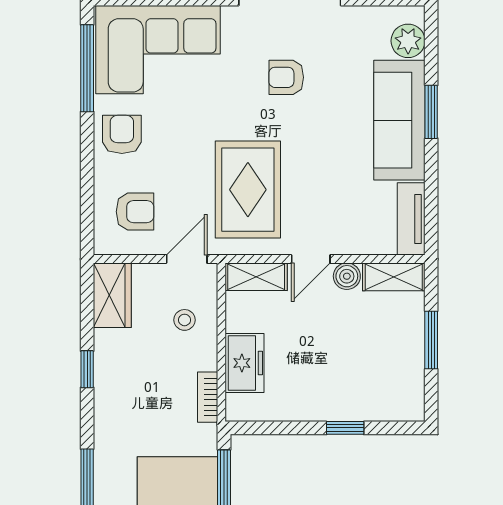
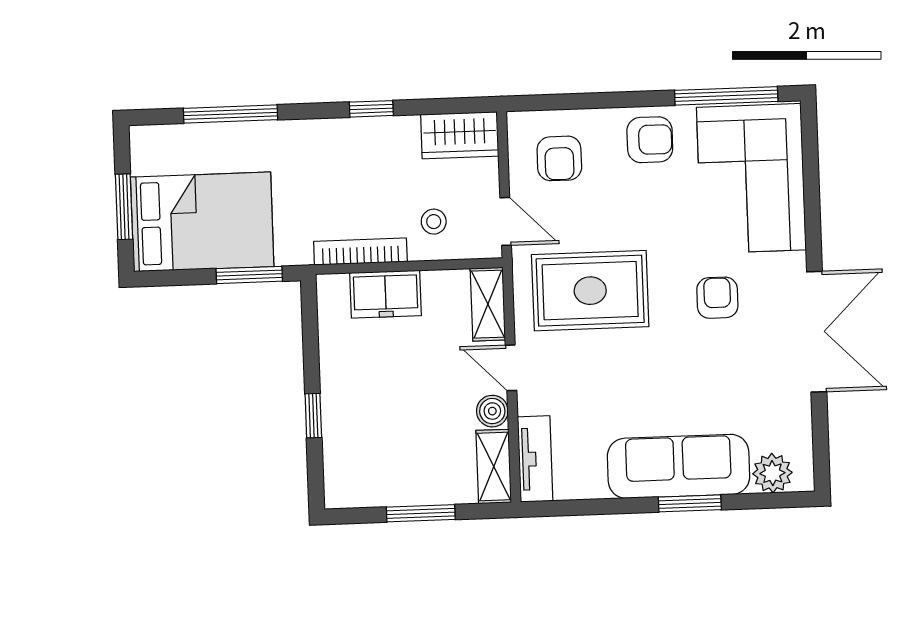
armchair: (286, 77) -> (717, 298), moved
tv unit: (411, 219) -> (535, 459), moved, turned 90
bookcase: (208, 397) -> (360, 252), width x1.56

